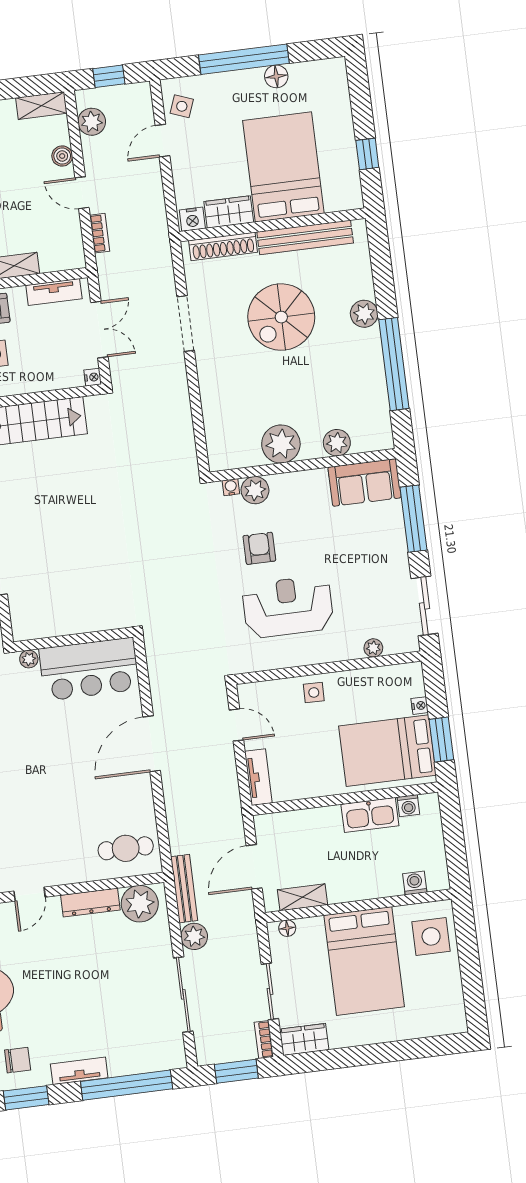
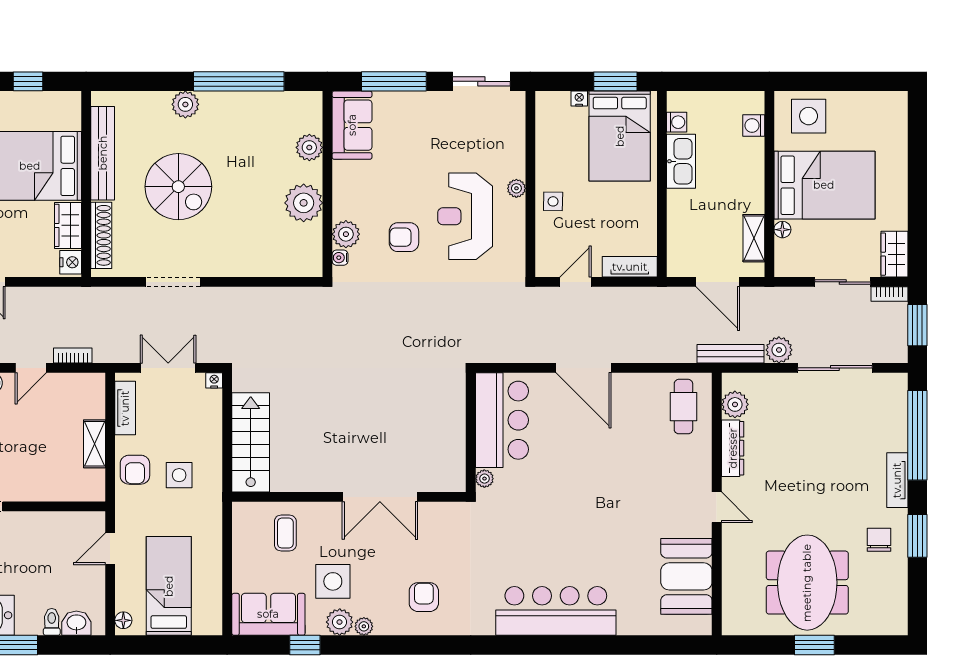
plant: (373, 648) -> (516, 188), moved
plant: (140, 904) -> (735, 404), width x0.73, depth x0.73
floor lamp: (287, 928) -> (782, 230), moved

